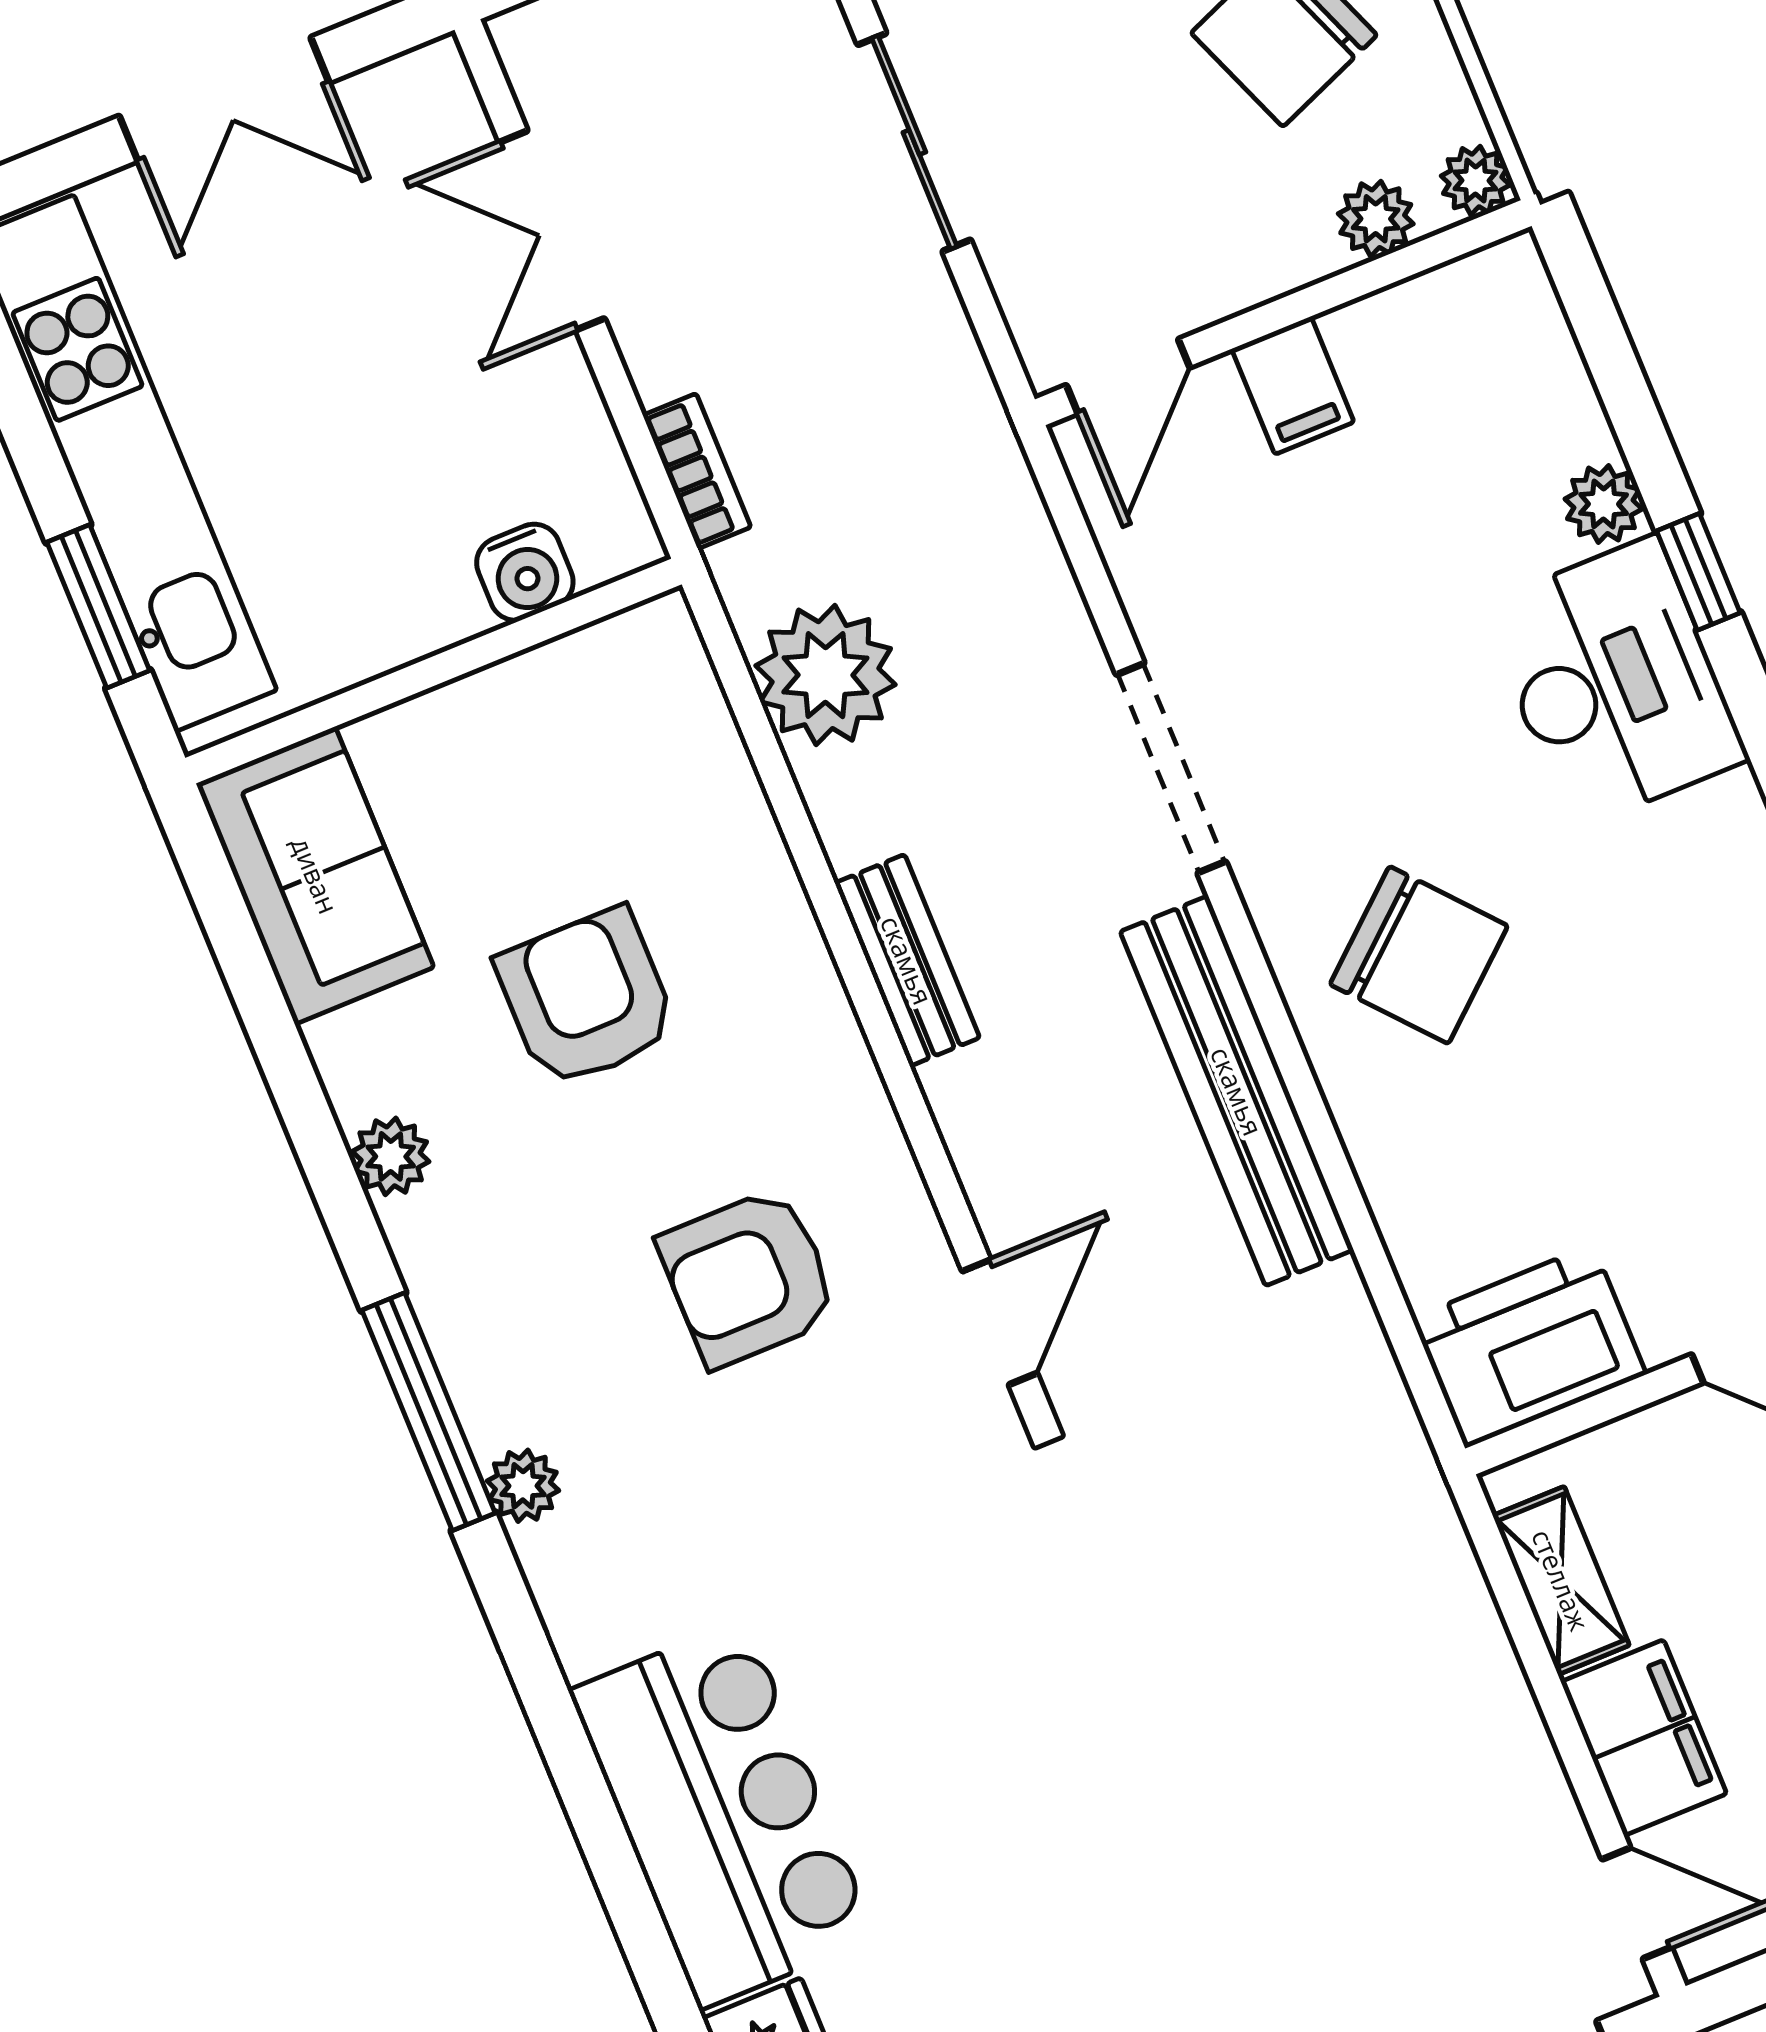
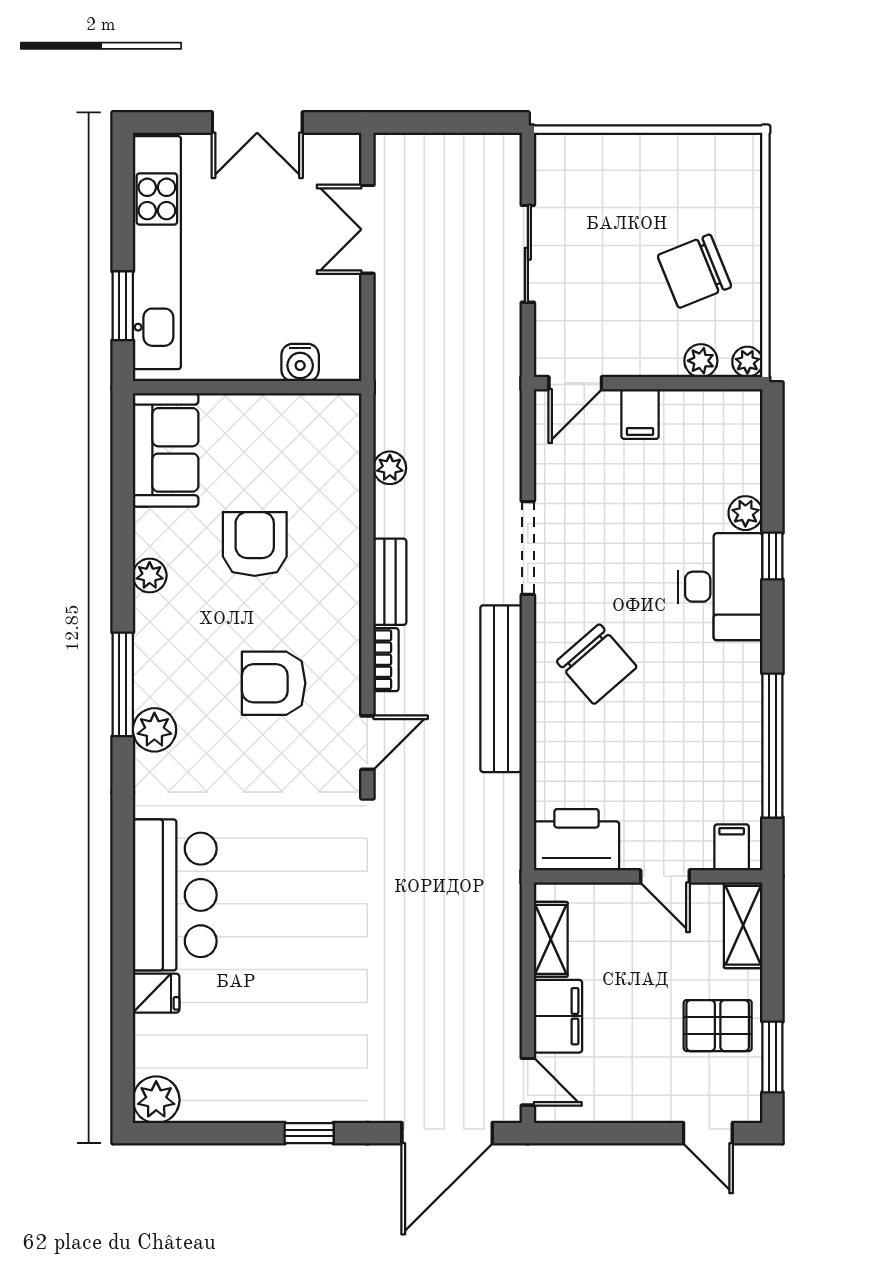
bookcase: (697, 471) -> (386, 660), moved
plant: (825, 675) -> (390, 468), width x0.53, depth x0.53
plant: (523, 1486) -> (154, 730), width x1.38, depth x1.38

